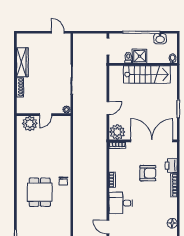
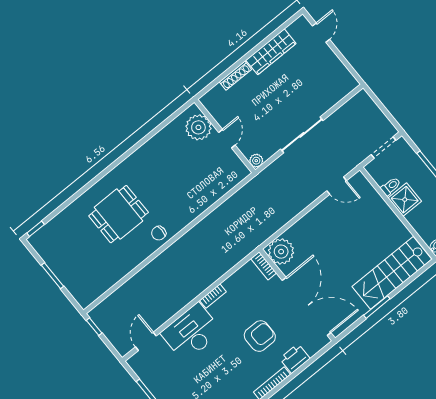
door: (58, 32) -> (321, 33), moved
stairs: (147, 74) -> (392, 273), moved, turned 90
door: (108, 108) -> (337, 186), moved
door: (46, 115) -> (227, 139), swing flipped
armchair: (148, 173) -> (260, 336), turned -90
desk: (121, 203) -> (191, 332), width x1.37

